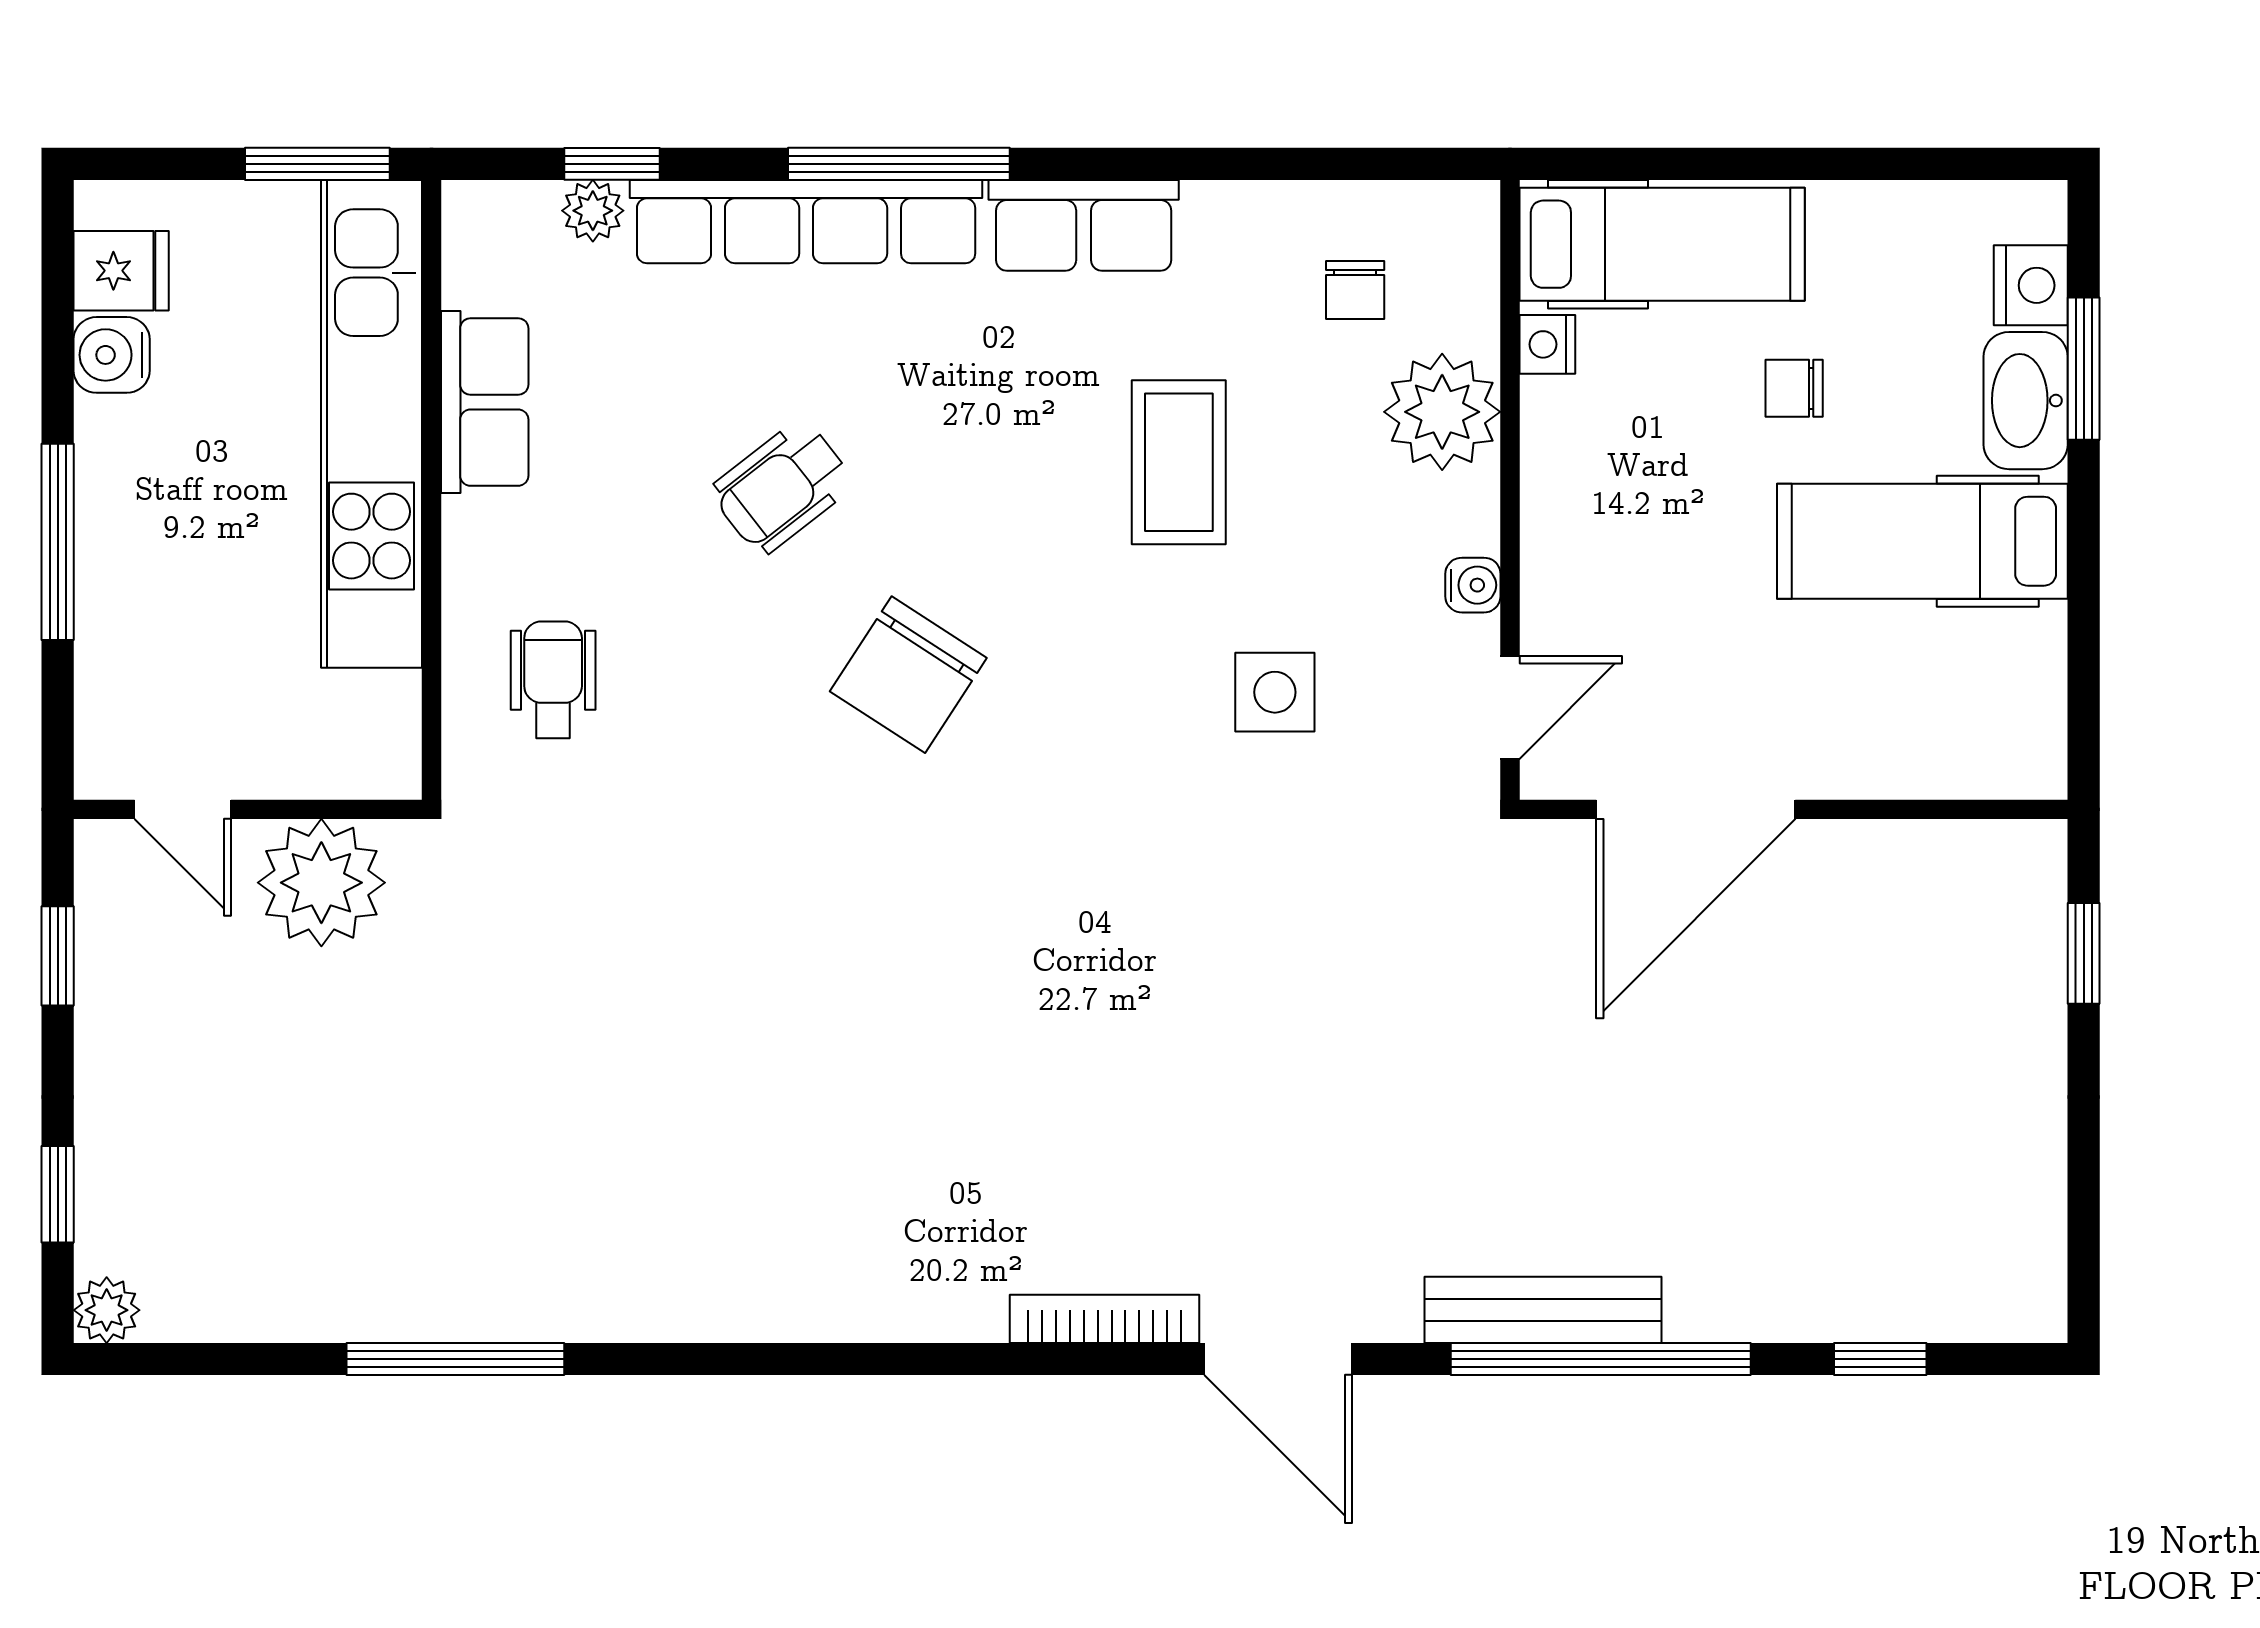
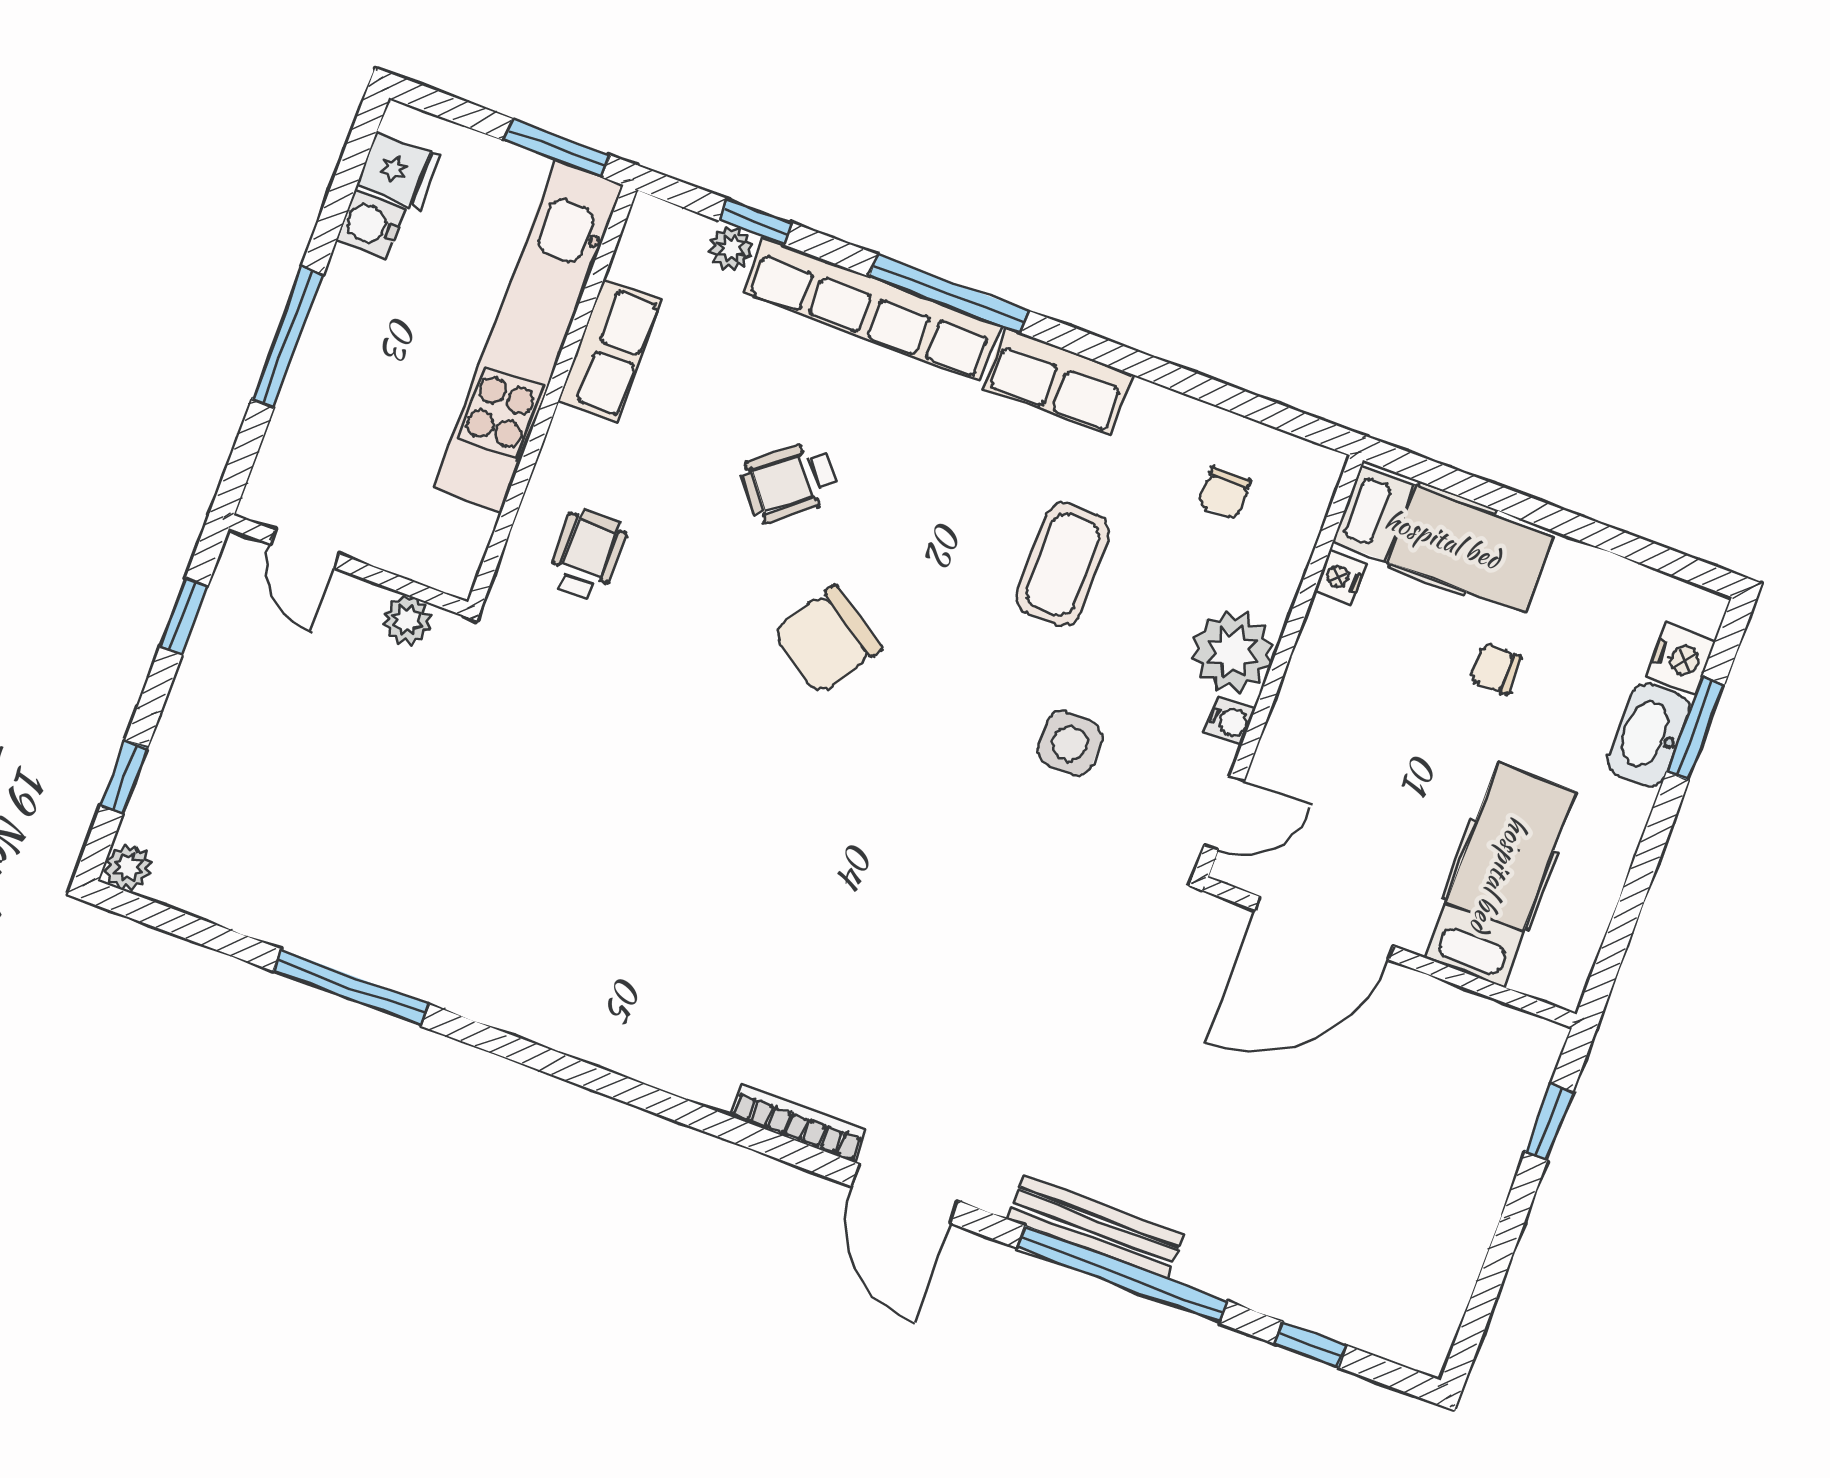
plant: (1442, 412) -> (1232, 651), moved
hospital bed: (1922, 541) -> (1500, 875), moved, turned 90
plant: (321, 883) -> (407, 620), width x0.53, depth x0.53

